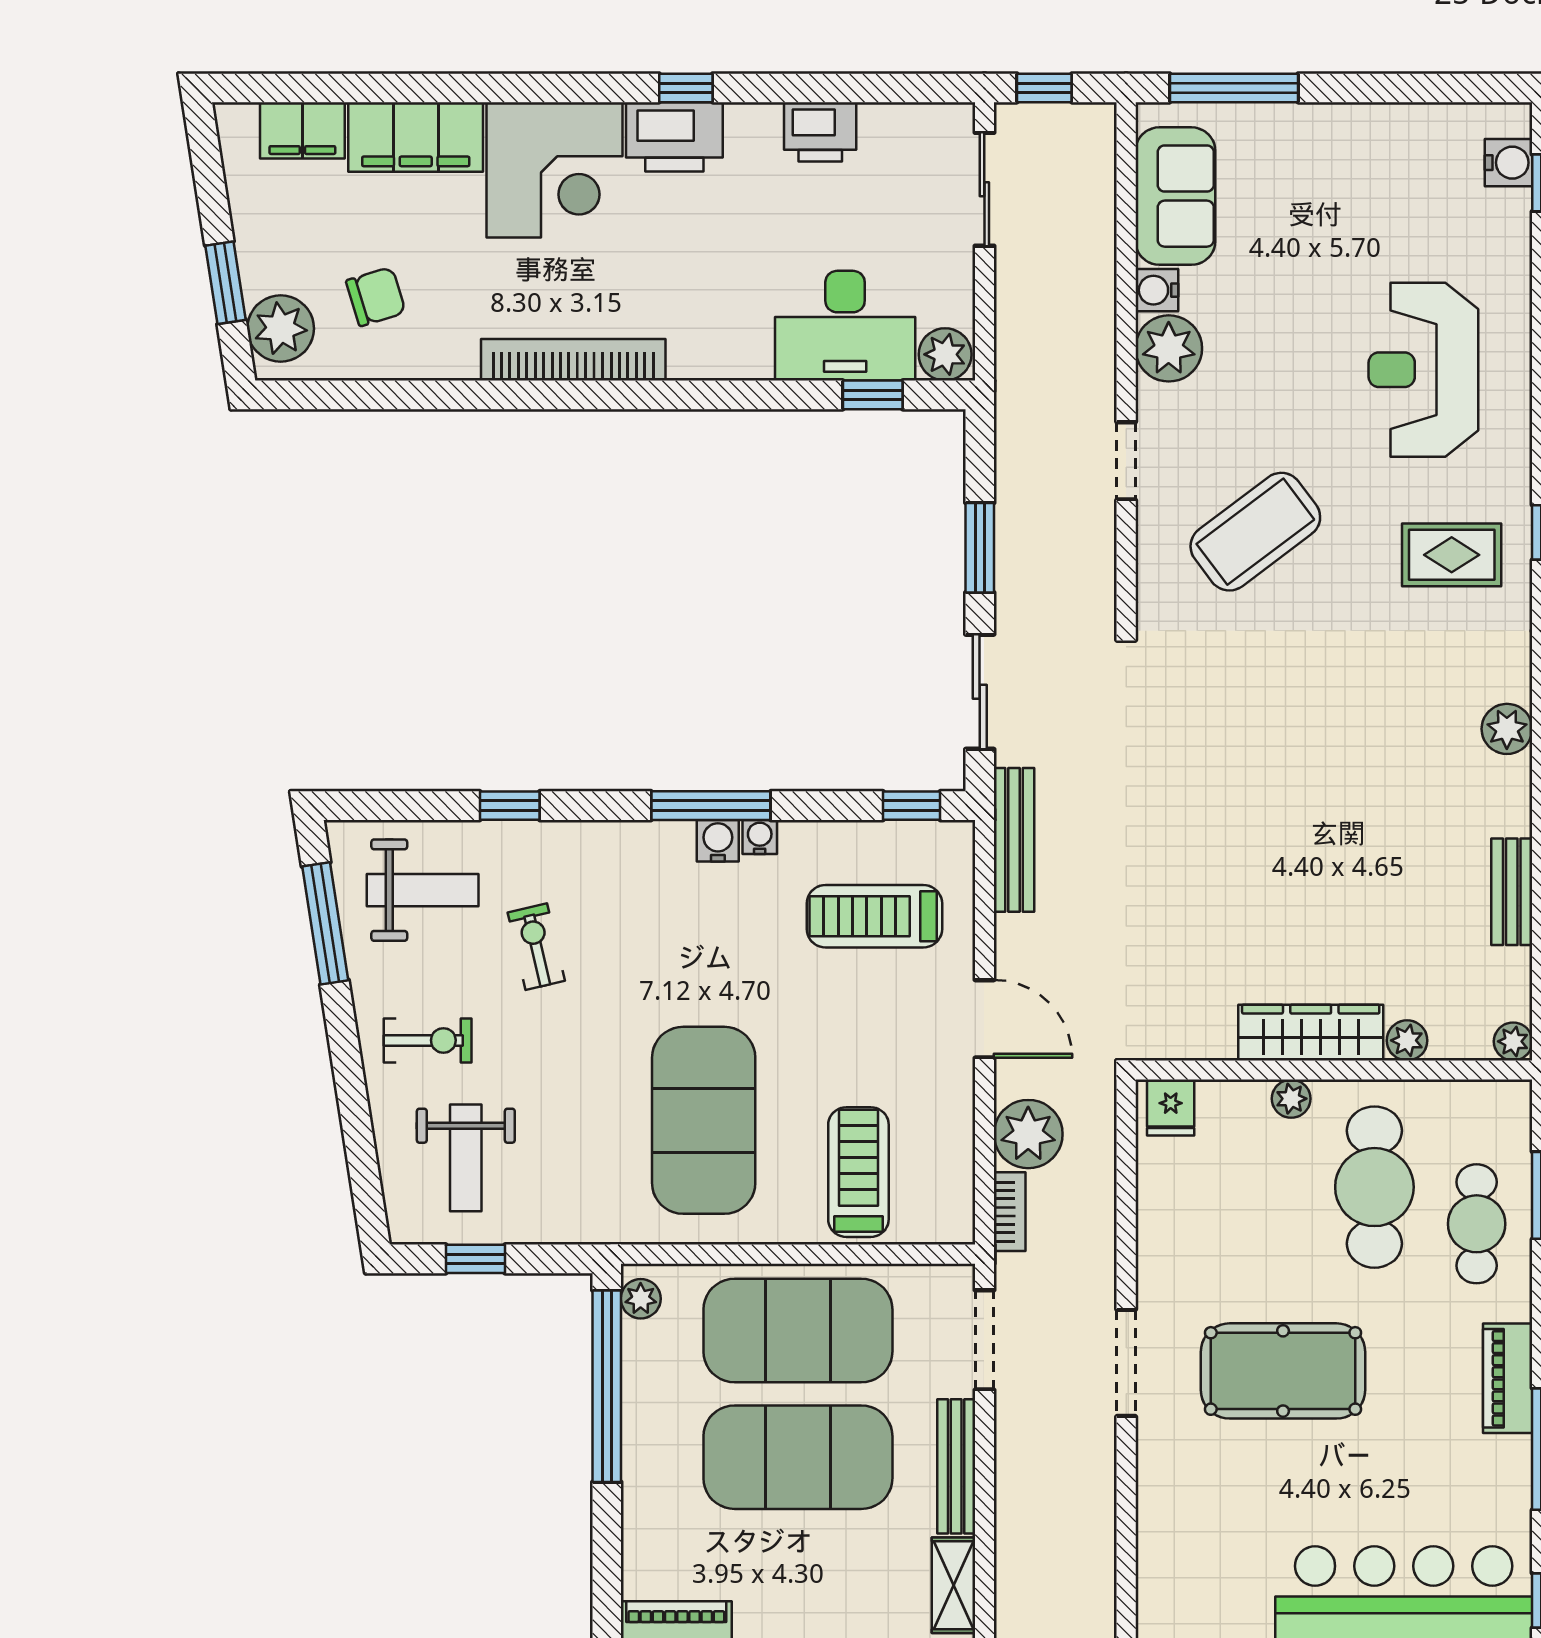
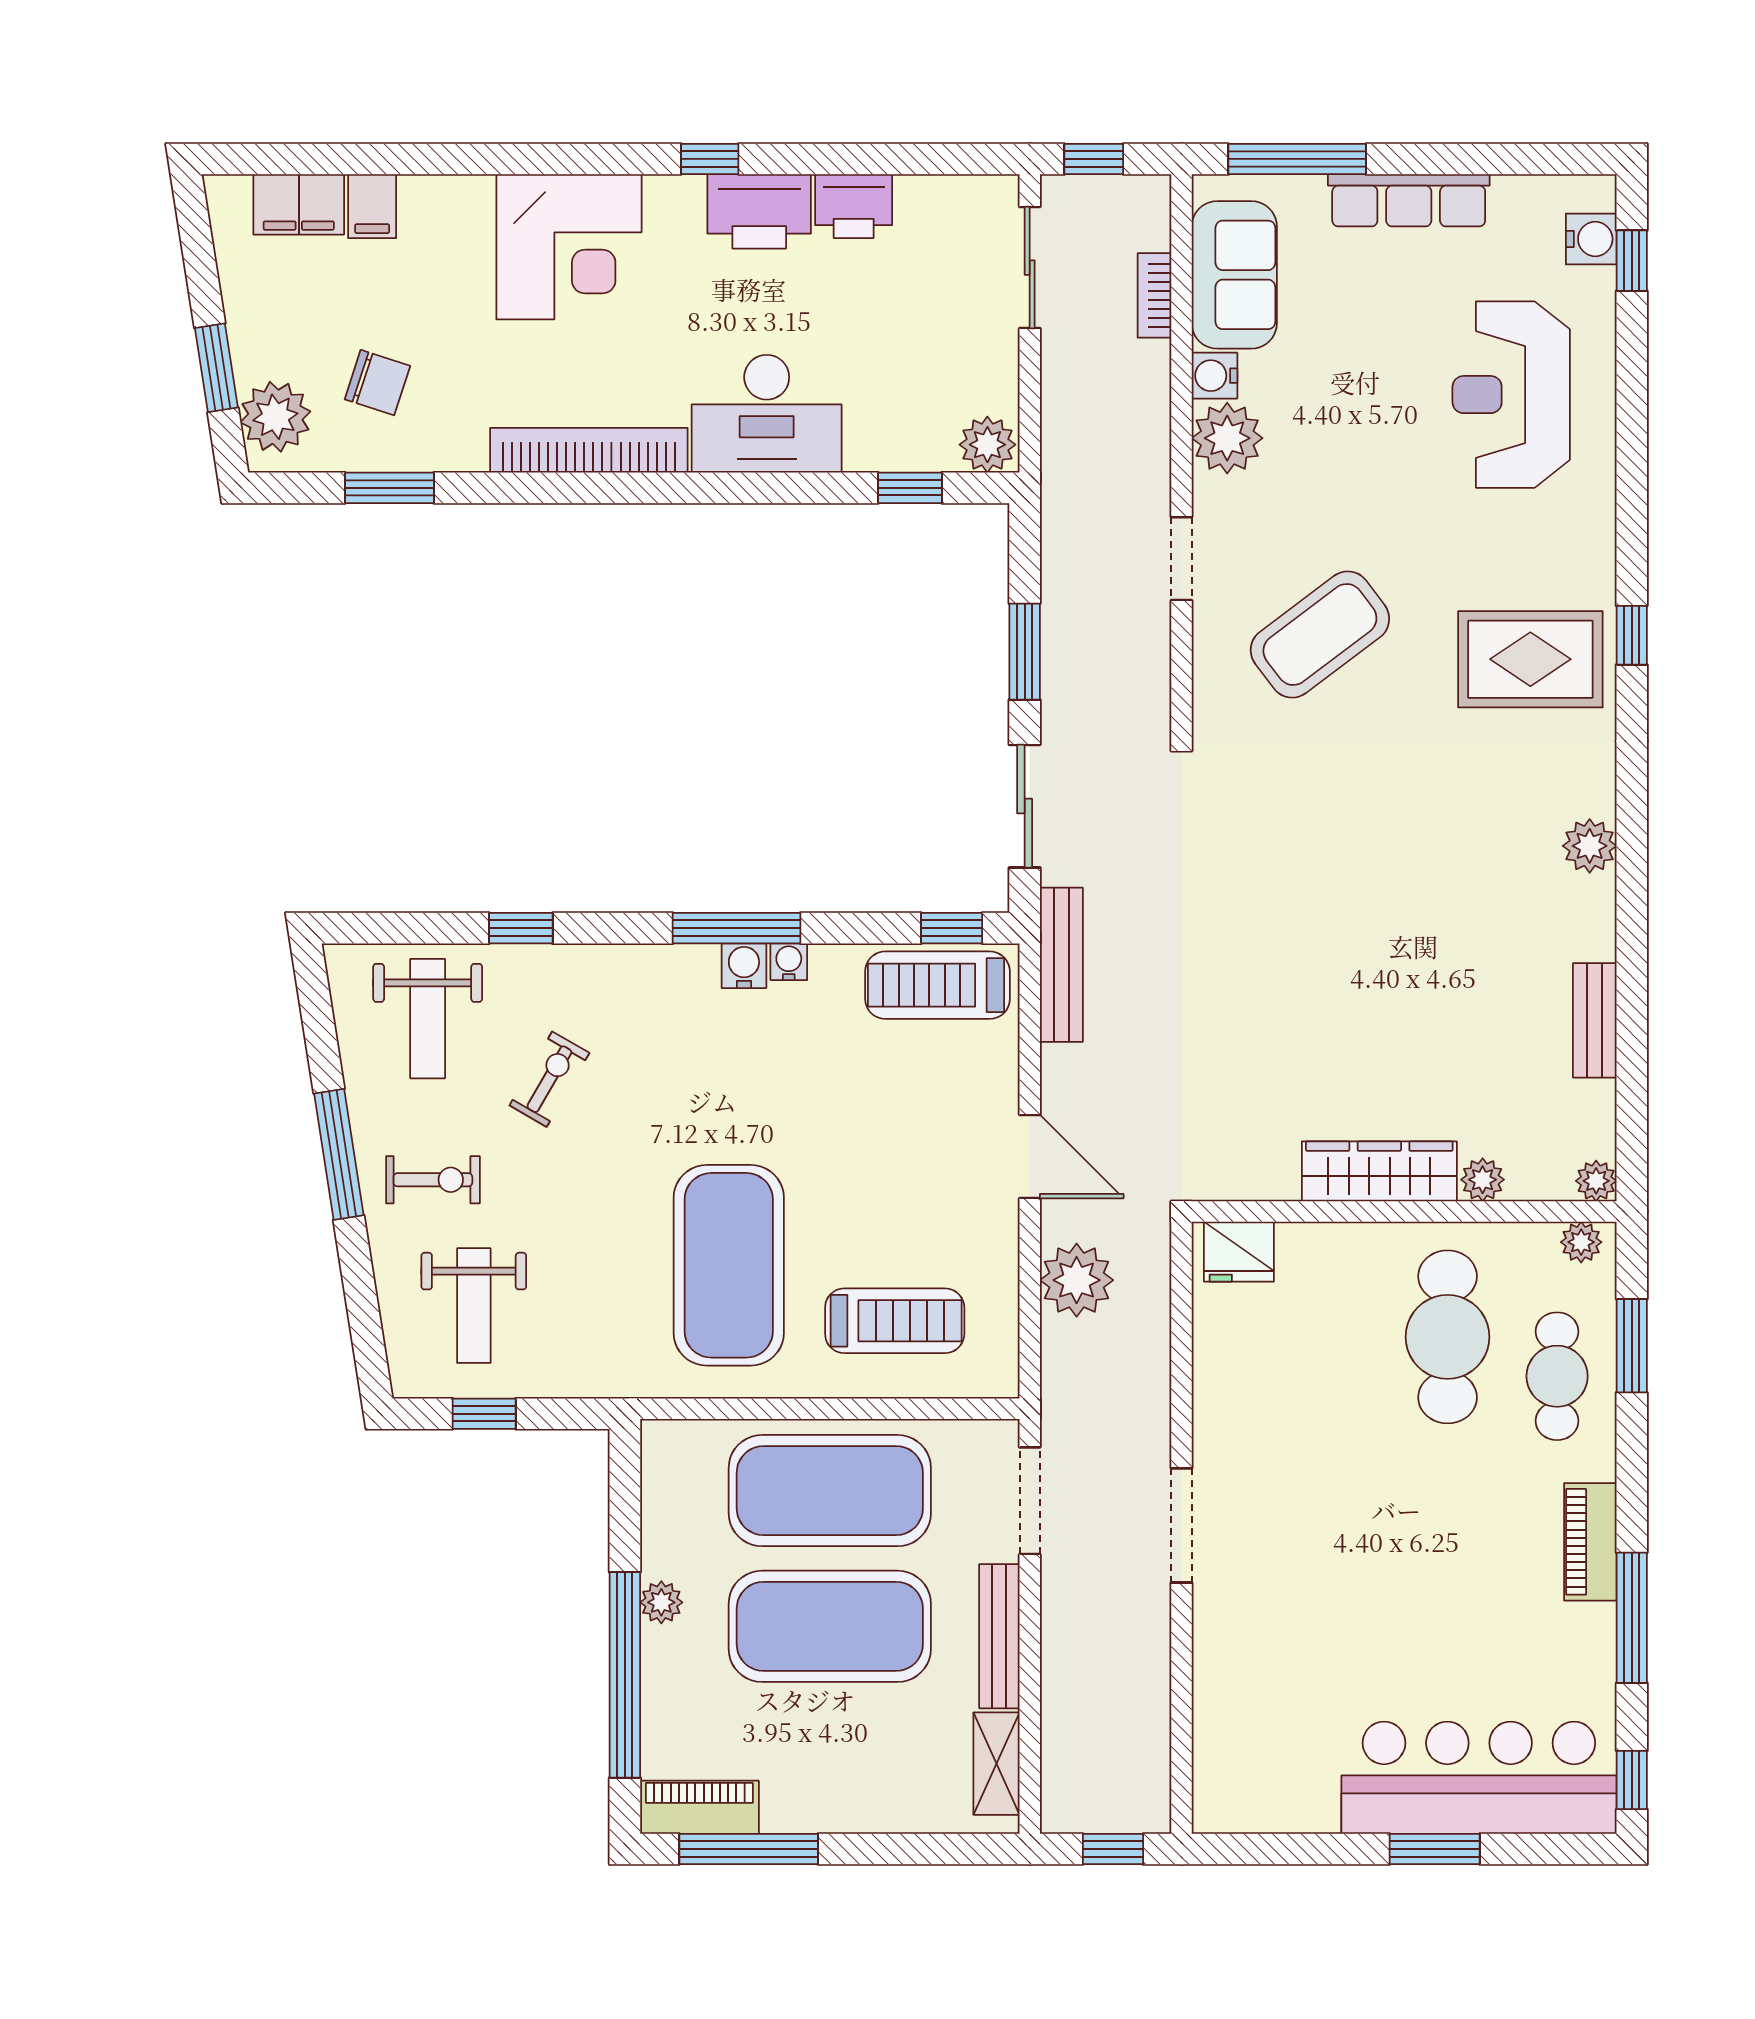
row of seats: (1338, 127) -> (1409, 200), added
filing cabinet: (416, 137) -> (372, 206), width x0.33, depth x0.86
printer: (674, 137) -> (759, 211), moved
chair: (376, 297) -> (377, 383), turned 35
desk: (845, 326) -> (767, 414), moved
reception desk: (1423, 370) -> (1511, 395), moved
window: (387, 395) -> (390, 488), added
rug: (1452, 555) -> (1530, 659), width x1.36, depth x1.43
weight bench: (423, 890) -> (428, 1019), turned 90
treadmill: (874, 916) -> (938, 985), moved
window: (325, 923) -> (339, 1154), moved
exercise bike: (536, 947) -> (549, 1079), turned 43
plant: (1291, 1099) -> (1581, 1242), moved
fridge: (1171, 1108) -> (1239, 1252), width x1.38
treadmill: (858, 1172) -> (895, 1321), turned 90
bookcase: (1010, 1212) -> (1154, 295), moved, turned 180
plant: (641, 1299) -> (661, 1602), moved
pool table: (1283, 1371) -> (1350, 1534), removed
window: (607, 1386) -> (625, 1675), moved

